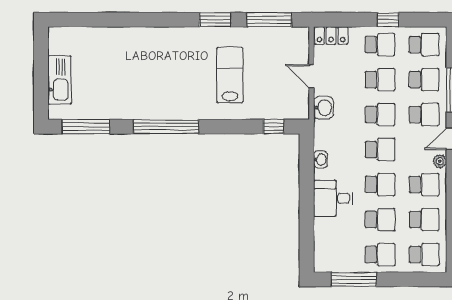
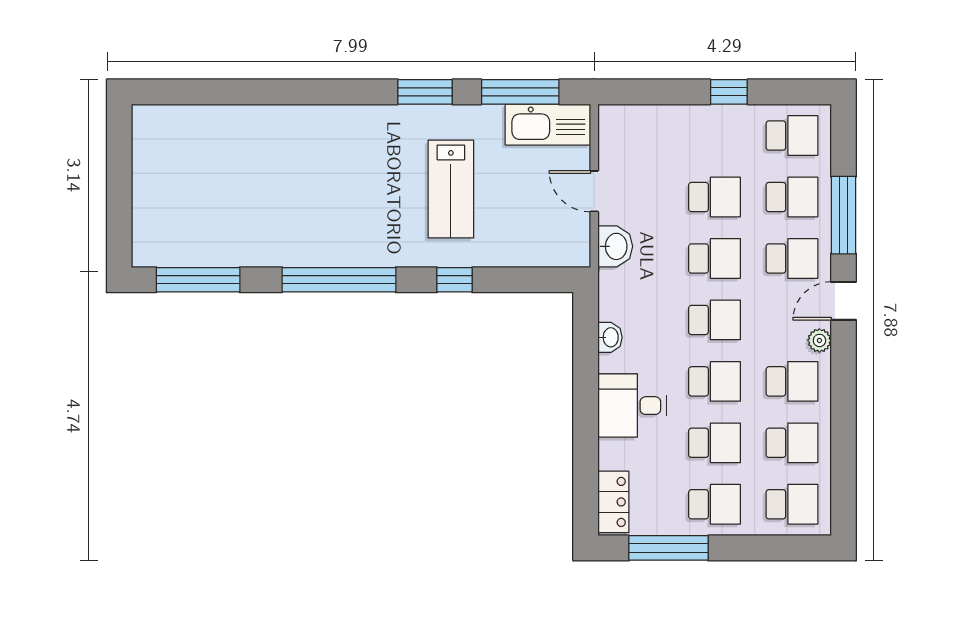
locker: (331, 35) -> (613, 502), moved, turned -90
school desk: (380, 45) -> (715, 136), removed
lab bench: (230, 75) -> (451, 189), turned 180
kitchen sink: (60, 80) -> (548, 125), moved, turned 90
window: (274, 127) -> (455, 280), moved

